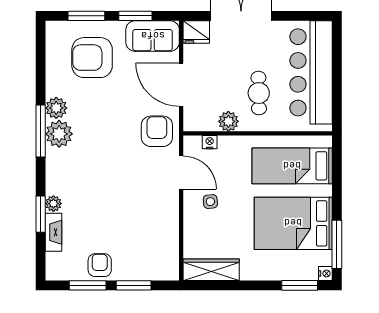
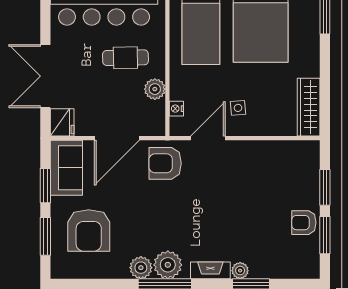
fireplace: (54, 232) -> (210, 270), moved

